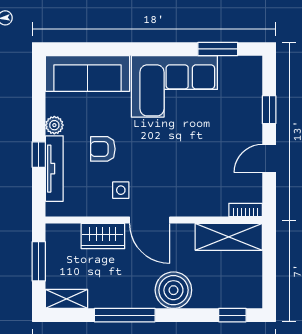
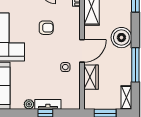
armchair: (103, 149) -> (46, 28), moved, turned -90
tv unit: (54, 169) -> (48, 104), width x0.71

